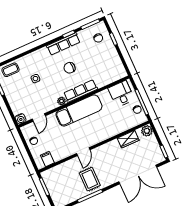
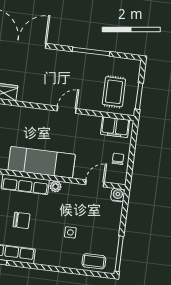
filing cabinet: (47, 159) -> (115, 127), width x2.00
rug: (90, 179) -> (114, 92), moved

